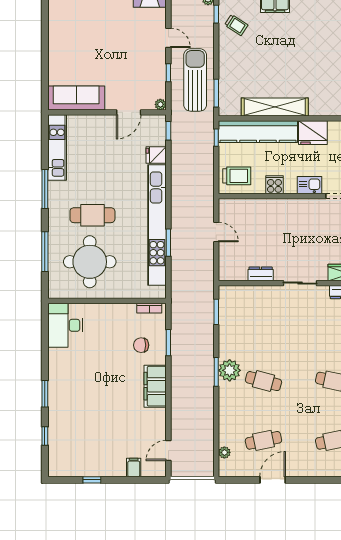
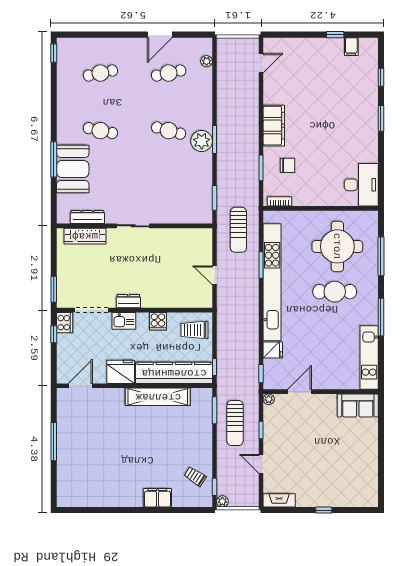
sun lounger: (195, 80) -> (235, 423), width x0.73, depth x0.75
sofa: (76, 98) -> (358, 405), width x0.73
dresser: (261, 274) -> (128, 301), moved, turned 180
sun lounger: (192, 279) -> (238, 230), added
filing cabinet: (134, 468) -> (351, 47), moved

